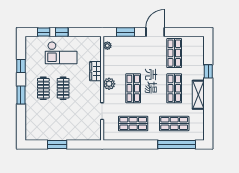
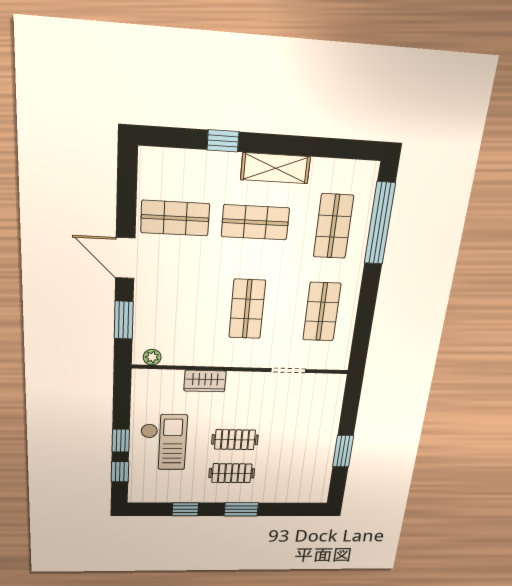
plant: (109, 84) -> (233, 356), removed
shop shelf: (133, 88) -> (247, 309), turned 90

